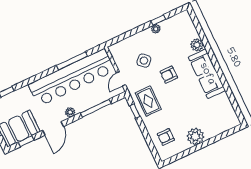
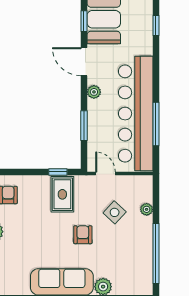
window: (158, 20) -> (156, 253), width x3.17
plant: (156, 29) -> (147, 209), moved
rug: (148, 101) -> (62, 194), turned 90
window: (96, 108) -> (84, 126), width x0.69

